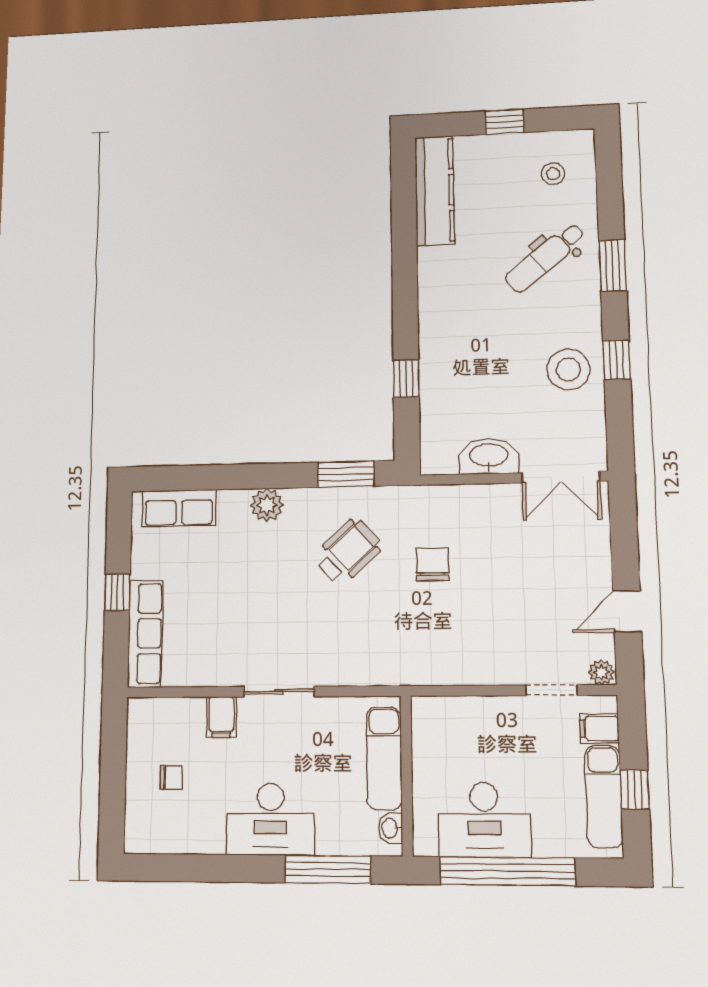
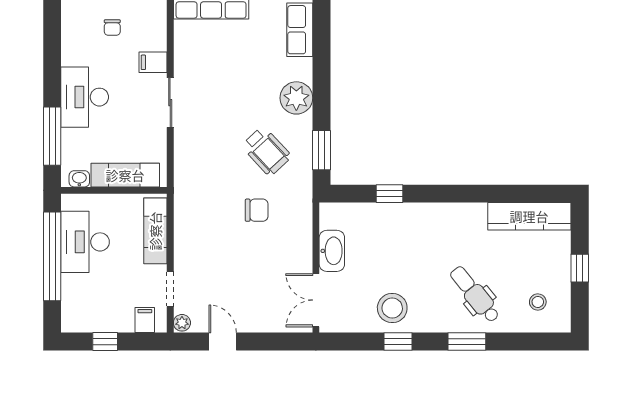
plant: (267, 505) -> (296, 98), width x1.36, depth x1.36
exam couch: (604, 796) -> (155, 231), moved, turned -90

